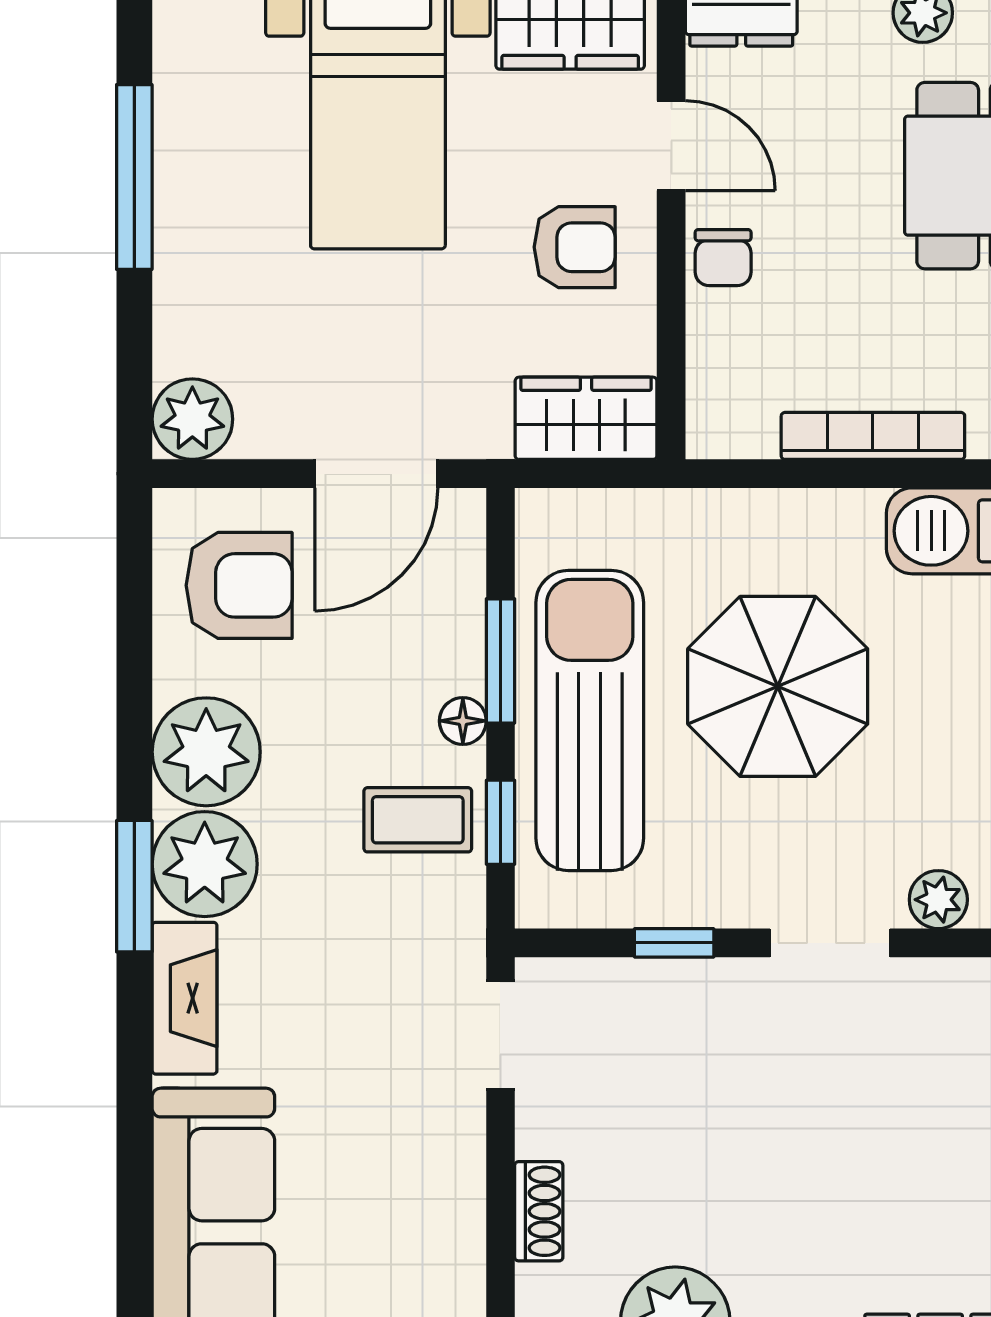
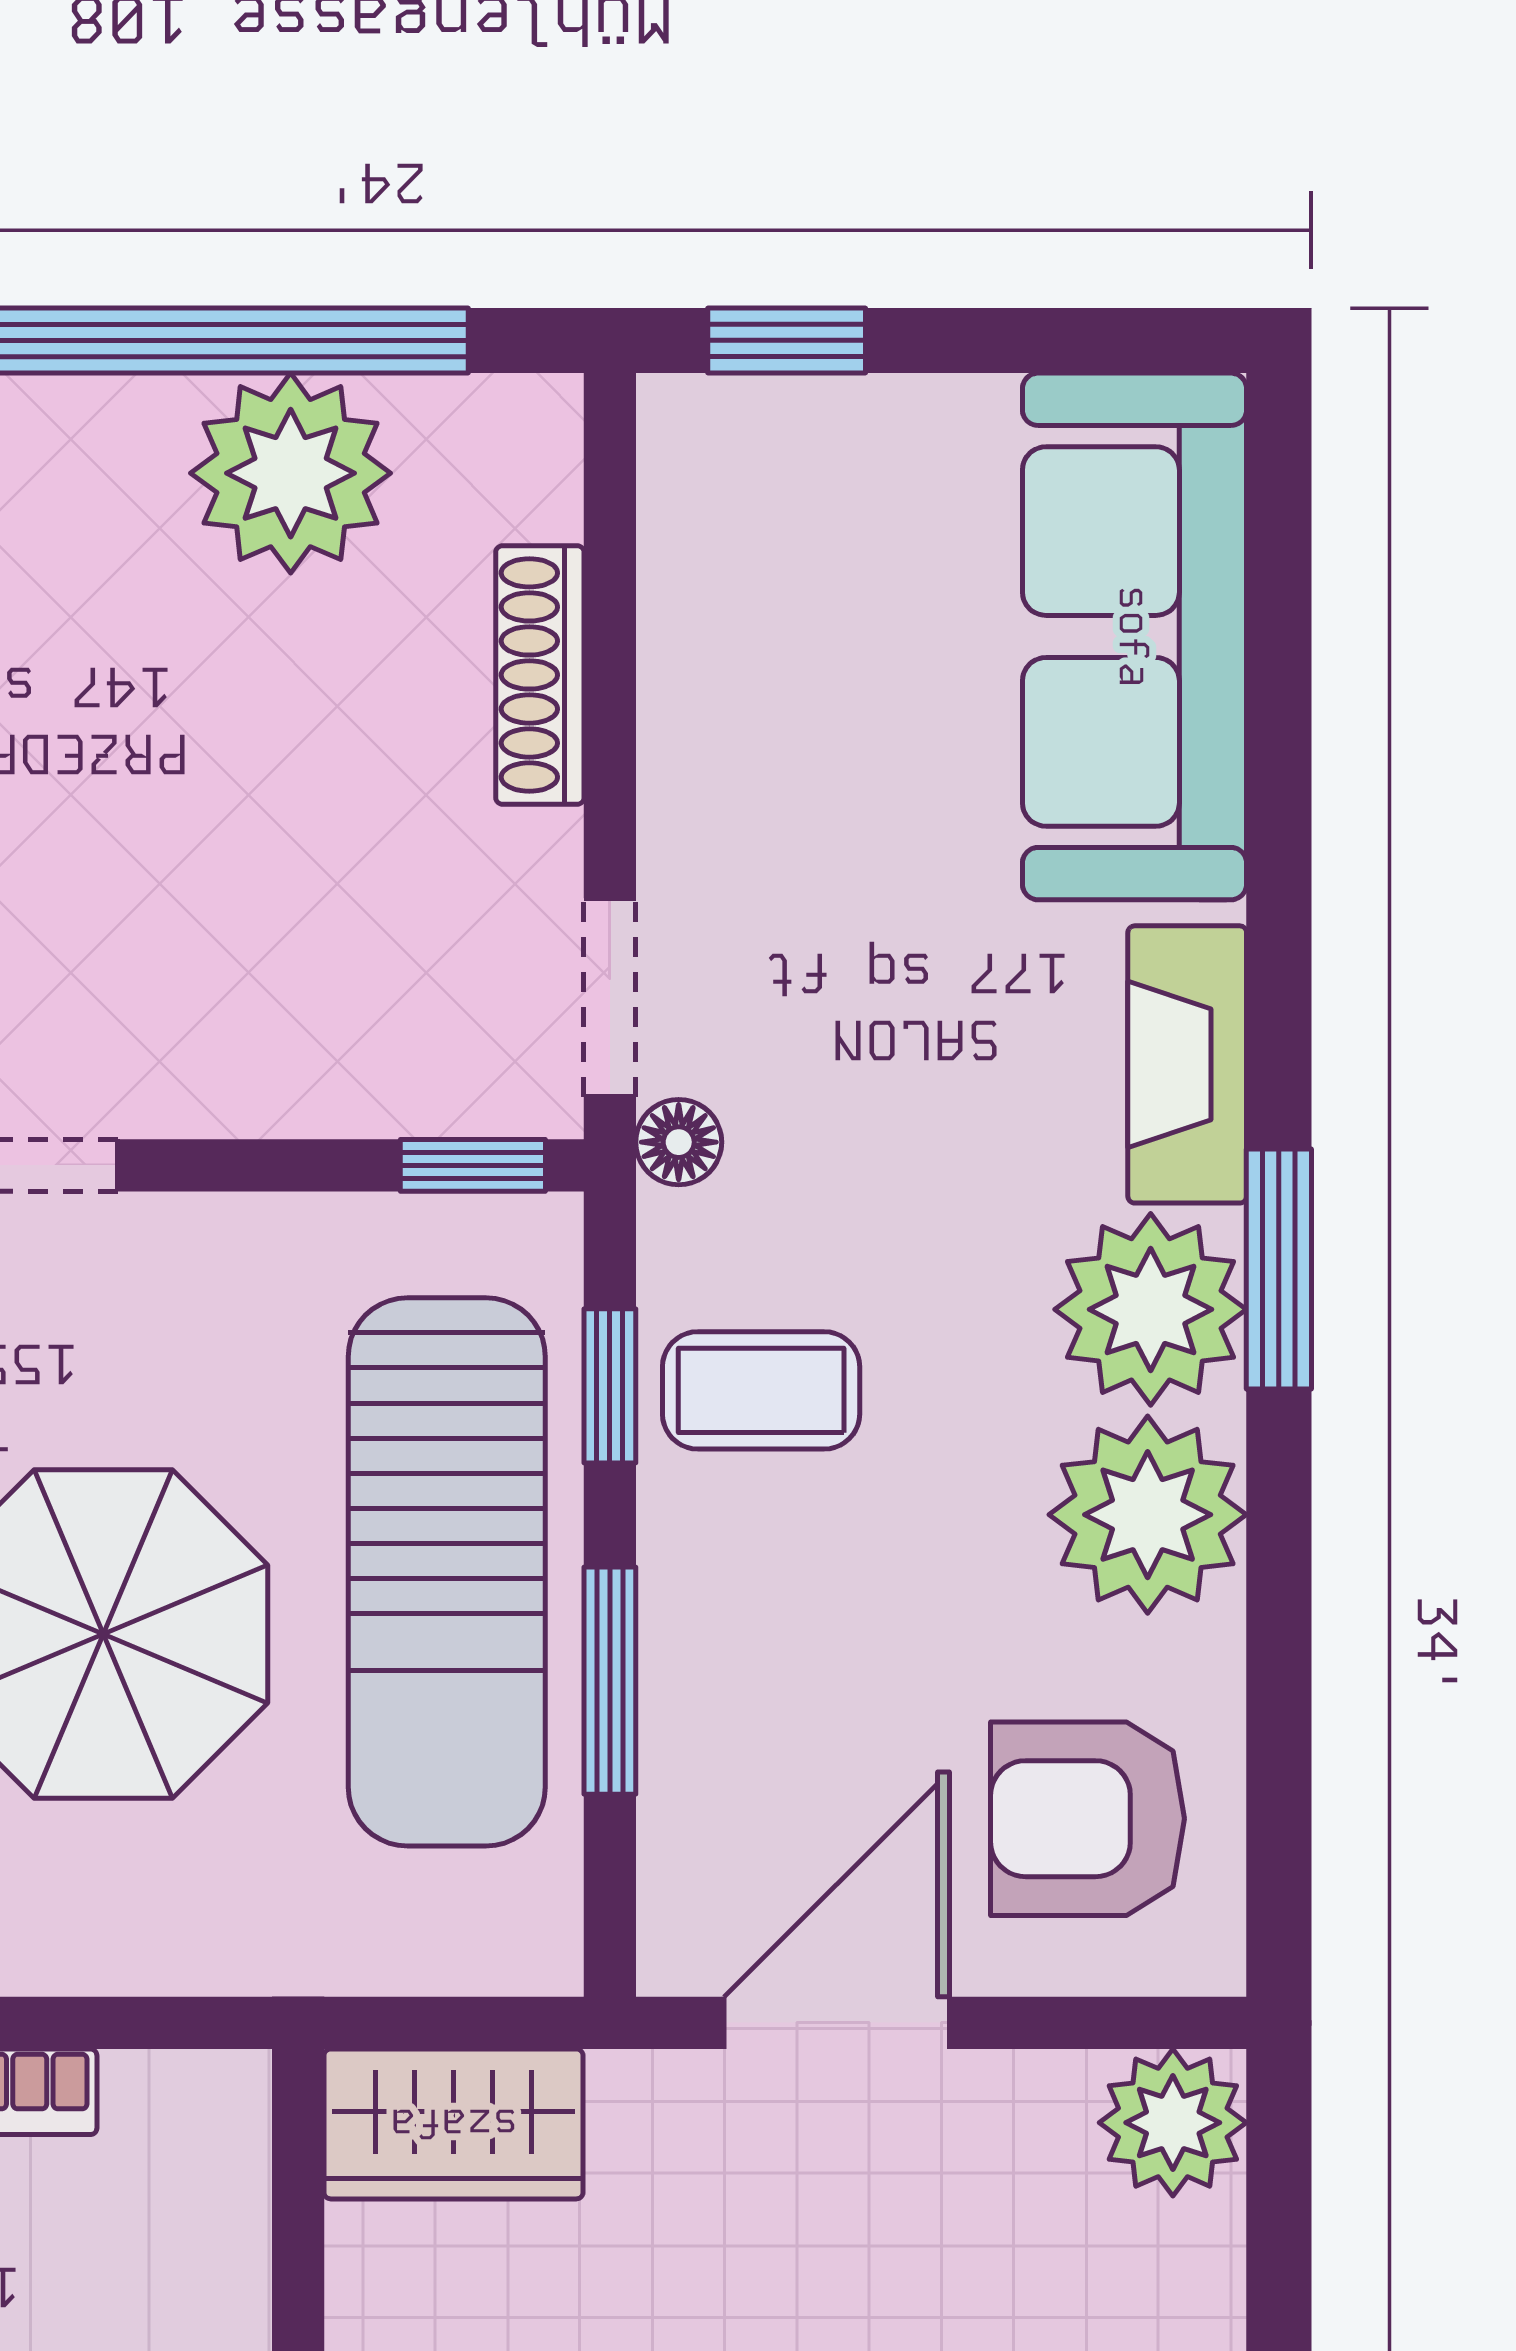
floor lamp: (463, 721) -> (679, 1142), moved
window: (674, 943) -> (473, 1165), moved
shoe rack: (539, 1211) -> (540, 675), width x1.43

